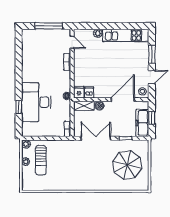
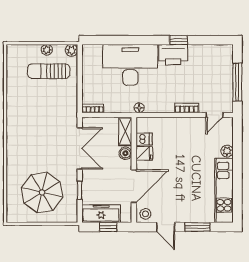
printer: (29, 72) -> (173, 55), added
fridge: (79, 92) -> (144, 153), moved
door: (123, 100) -> (134, 186), hinge flipped
window: (19, 107) -> (179, 40), moved

